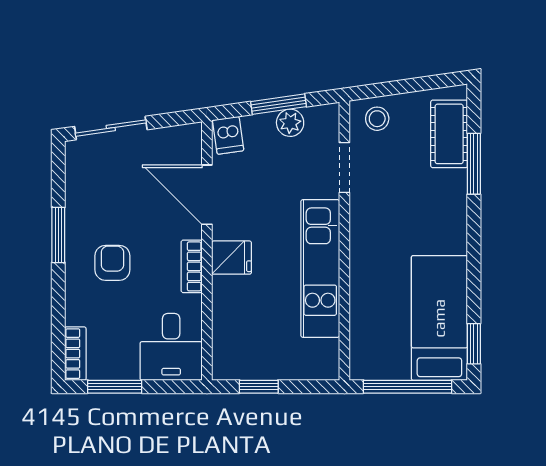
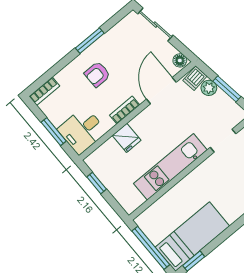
plant: (290, 123) -> (209, 88), moved
floor lamp: (187, 136) -> (180, 60), added
fridge: (232, 258) -> (127, 138), moved
armchair: (112, 263) -> (97, 74), turned 180
window: (115, 387) -> (54, 132), moved

